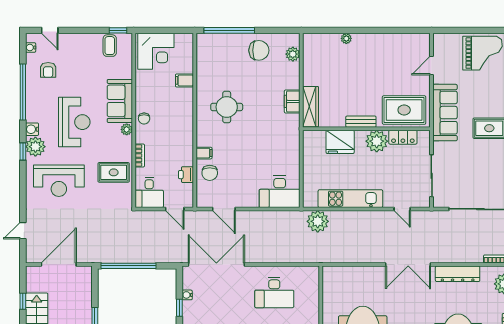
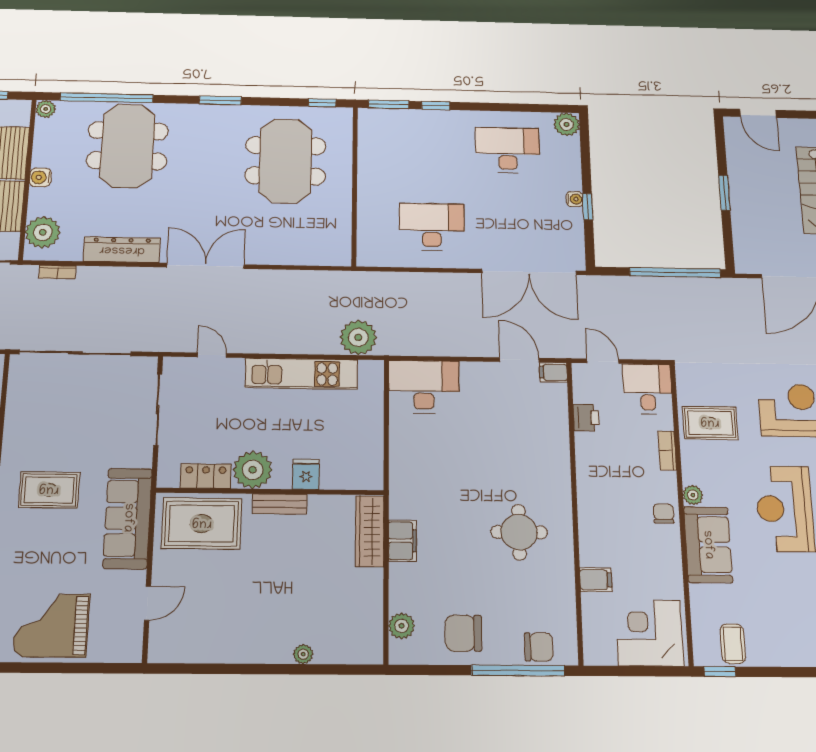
fridge: (340, 142) -> (306, 474), width x0.53, depth x0.75
filing cabinet: (204, 153) -> (553, 372), moved
chair: (210, 173) -> (539, 647), moved, turned 90
water cooler: (187, 295) -> (575, 199), moved

